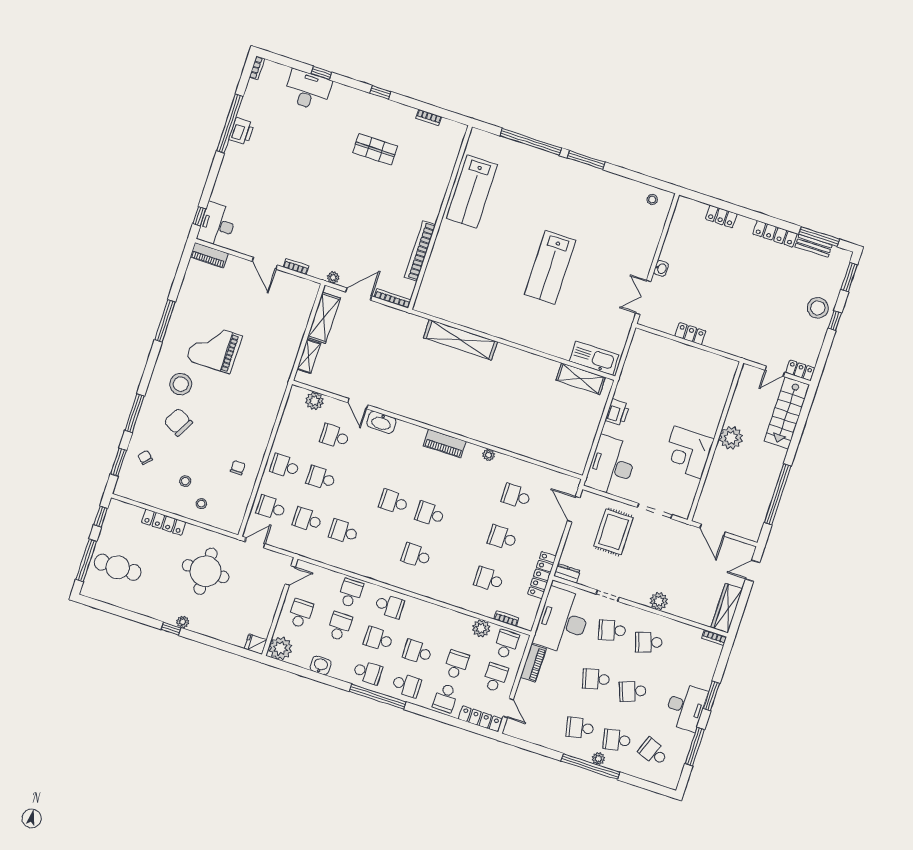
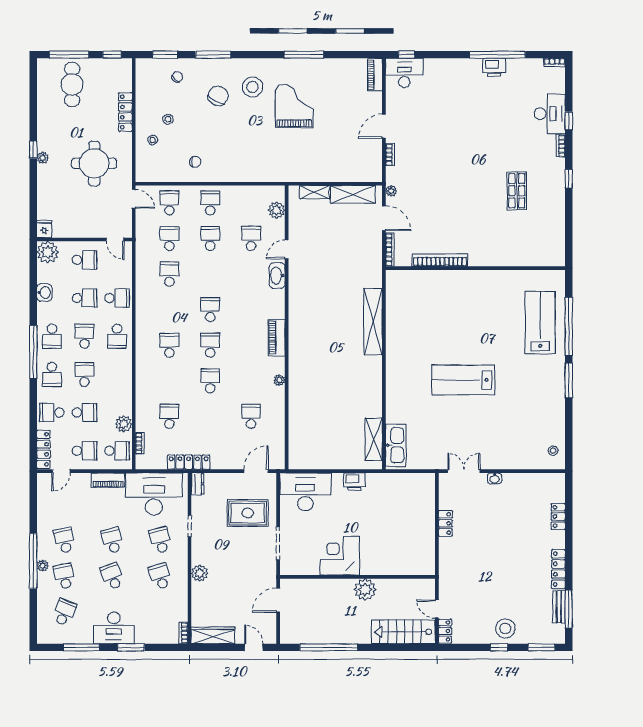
bookcase: (429, 117) -> (561, 146), moved
lab bench: (472, 192) -> (540, 323), moved, turned 90
school desk: (502, 538) -> (210, 381), moved

